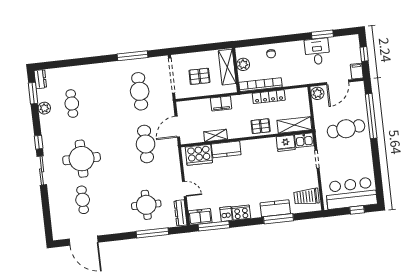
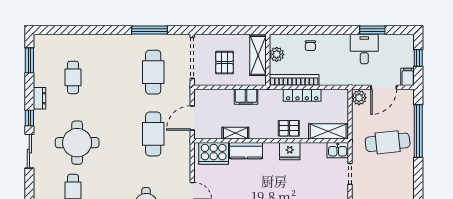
pallet: (199, 76) -> (224, 63), turned 90
dresser: (40, 79) -> (40, 98), moved
plant: (44, 108) -> (41, 79), removed
fridge: (286, 143) -> (290, 151), moved

